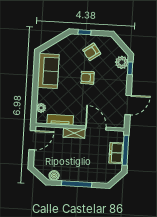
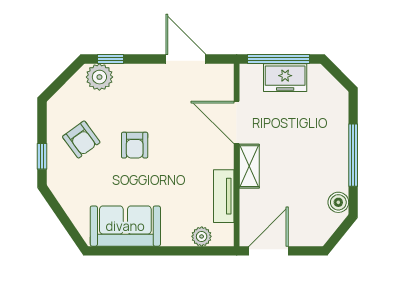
door: (96, 128) -> (237, 122), hinge flipped
door: (32, 140) -> (269, 251), hinge flipped

